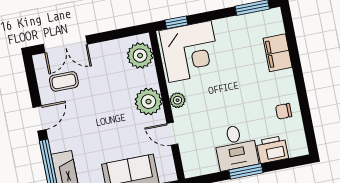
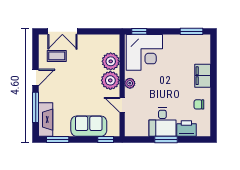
filing cabinet: (278, 53) -> (203, 76), moved
plant: (140, 56) -> (111, 61), moved

